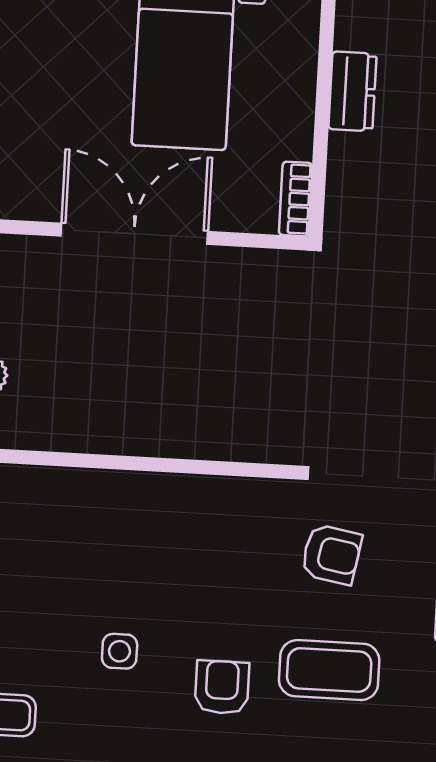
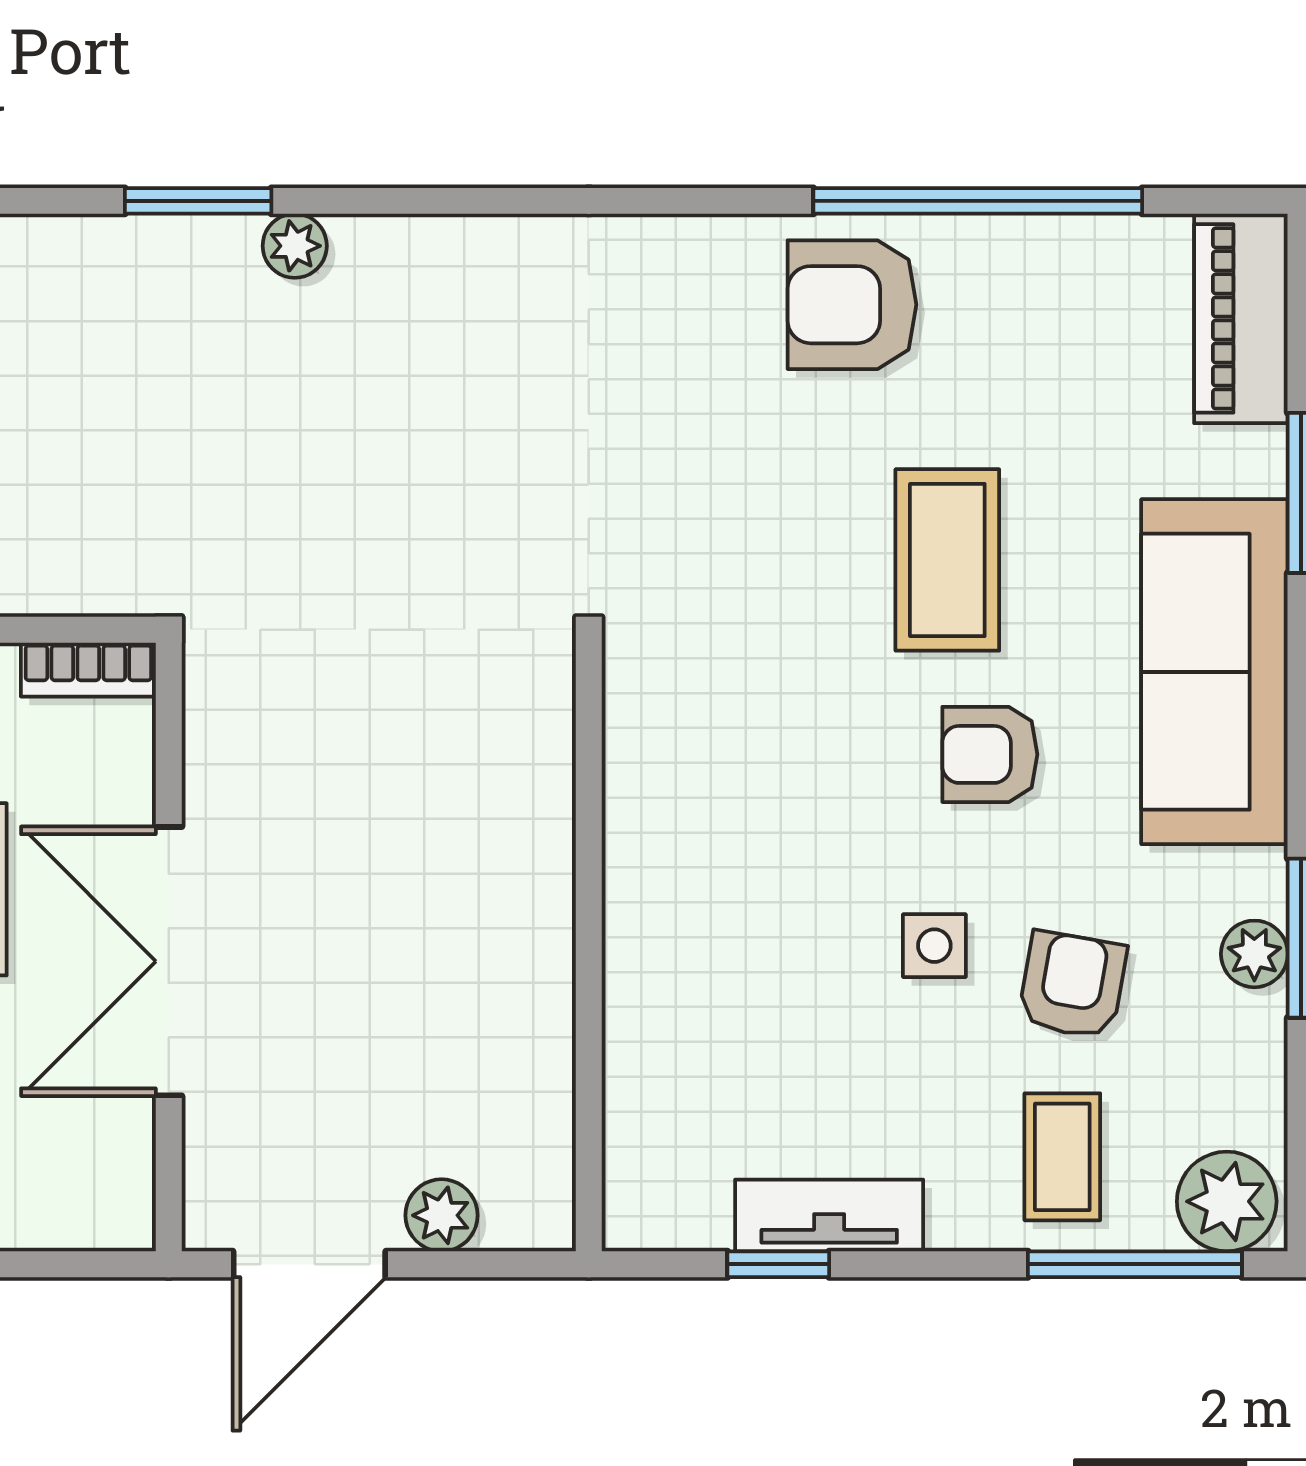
armchair: (331, 554) -> (1072, 985), moved

